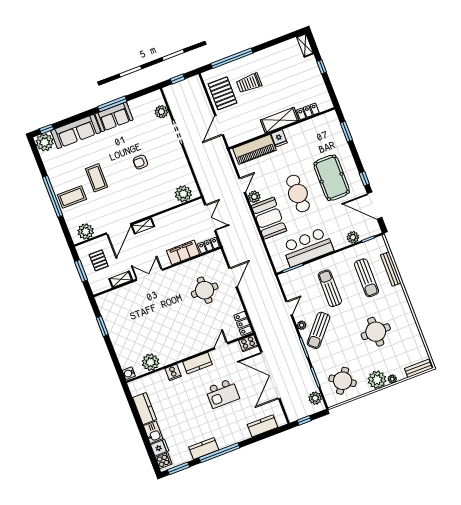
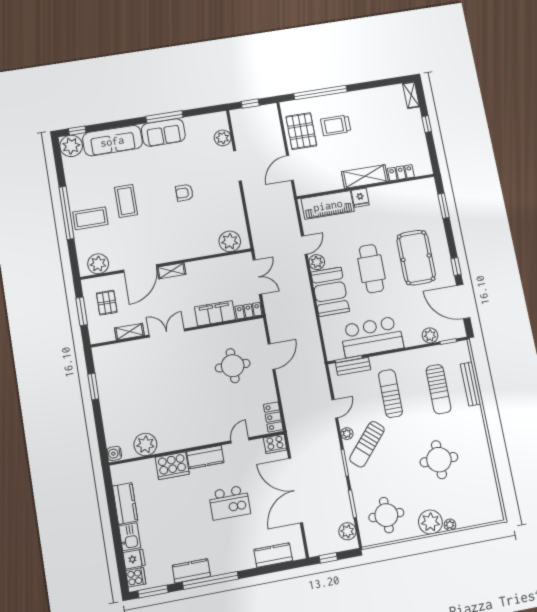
bench: (418, 368) -> (353, 366), moved
cooker: (173, 372) -> (172, 466), width x1.87, depth x1.31
round table: (343, 381) -> (386, 515), turned -34

